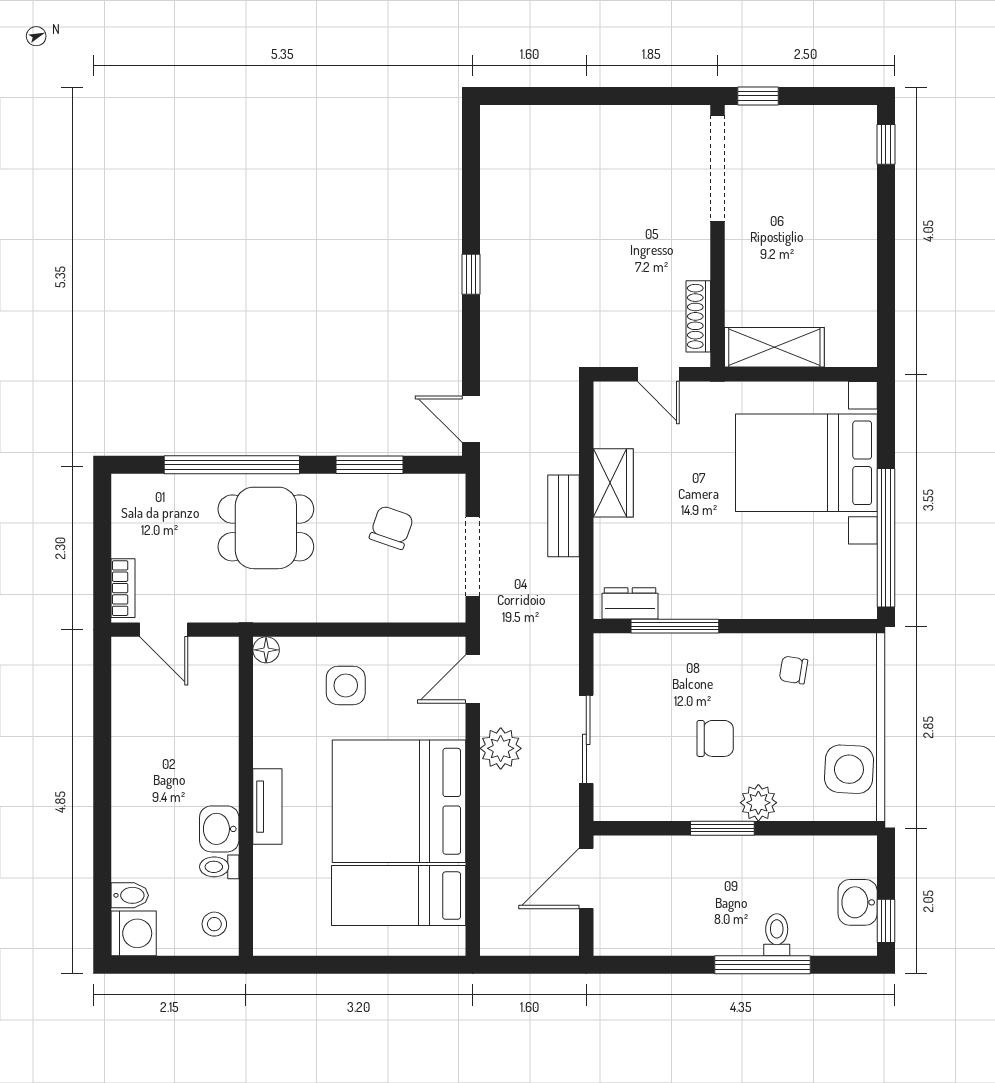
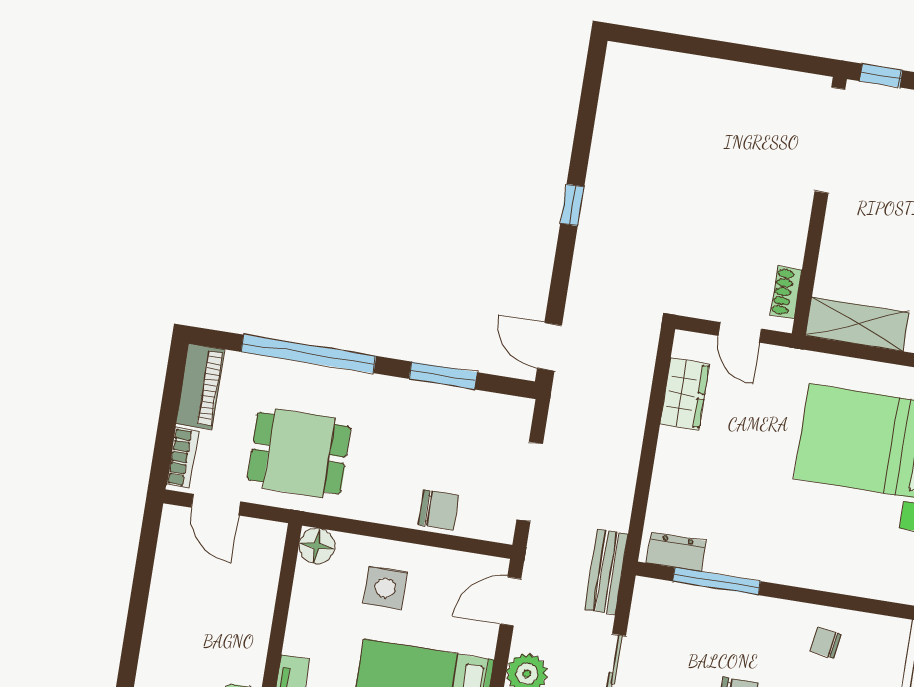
shoe rack: (698, 316) -> (786, 292), width x0.70
wardrobe: (613, 483) -> (685, 394), moved
piano: (129, 515) -> (200, 387), added
bench: (563, 516) -> (606, 572), moved
dining table: (266, 528) -> (299, 453), moved
chair: (391, 528) -> (439, 510), moved, turned 71
floor lamp: (266, 650) -> (317, 546), width x1.37, depth x1.37

